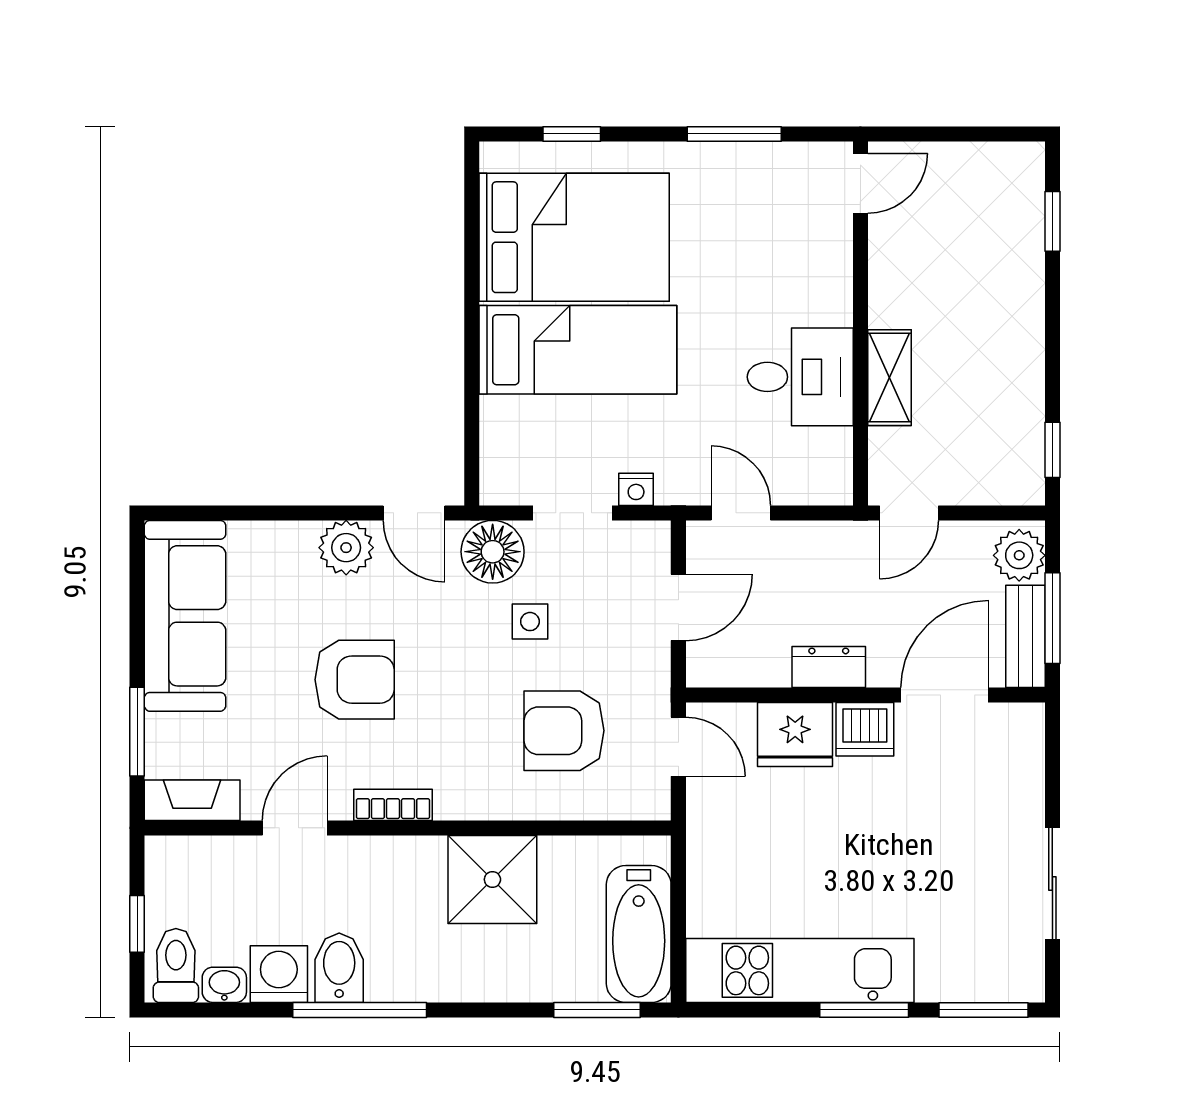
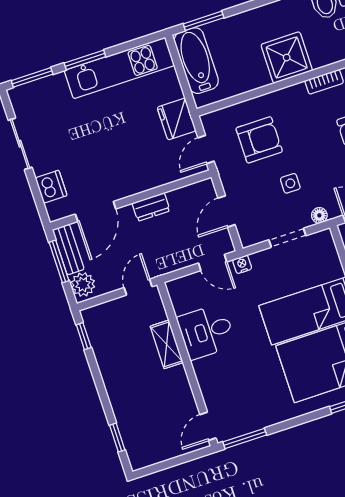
window: (734, 134) -> (245, 438), moved
nightstand: (636, 489) -> (242, 264), moved
floor lamp: (493, 552) -> (319, 215), width x0.53, depth x0.53
dishwasher: (865, 729) -> (51, 187), moved, turned 90
fridge: (795, 735) -> (177, 119), moved, turned -90
door: (678, 747) -> (206, 149), hinge flipped
shower: (492, 879) -> (287, 58), moved

